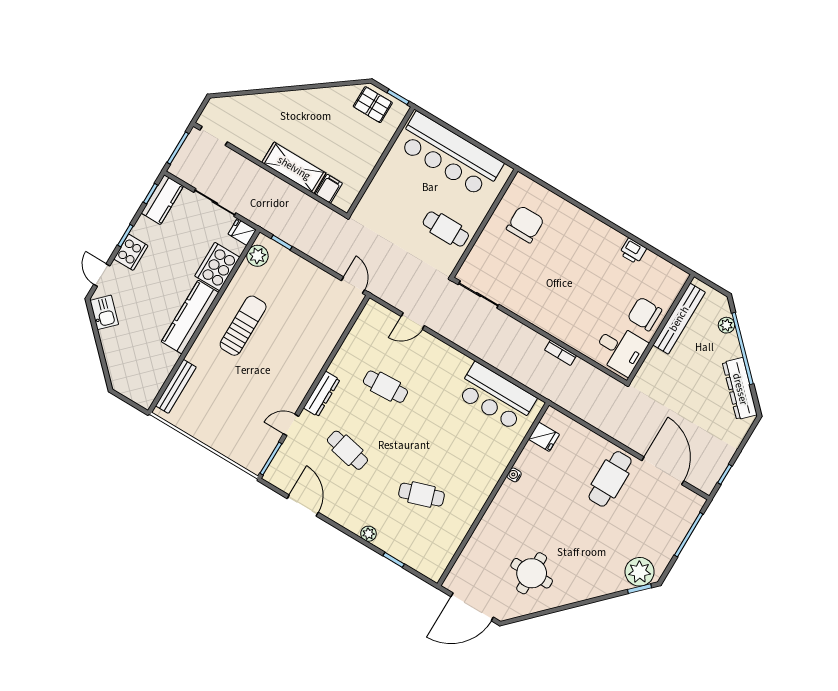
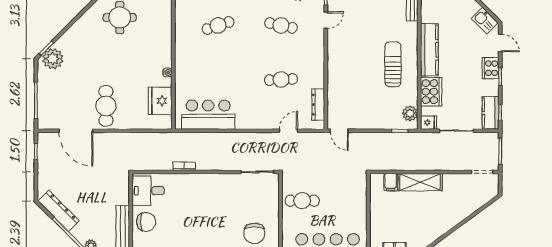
sun lounger: (243, 326) -> (393, 64), turned 180
dresser: (322, 394) -> (318, 105), moved
fridge: (544, 437) -> (160, 101), width x1.88, depth x1.34

